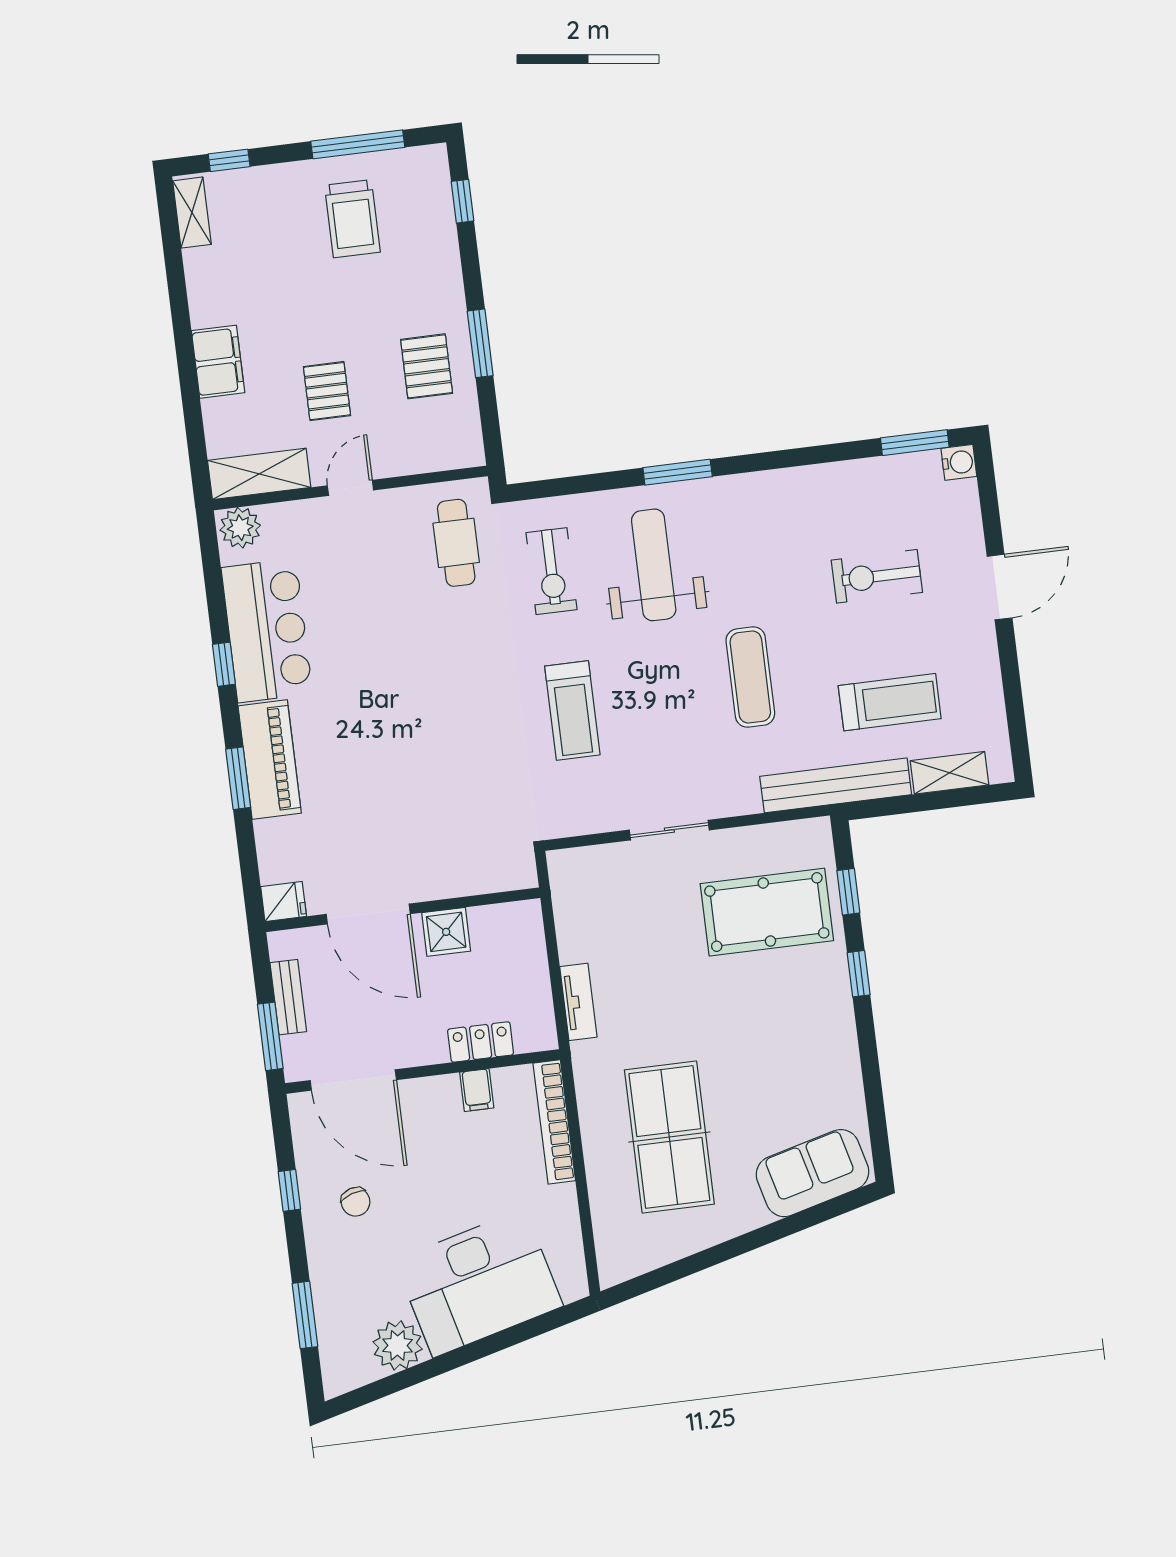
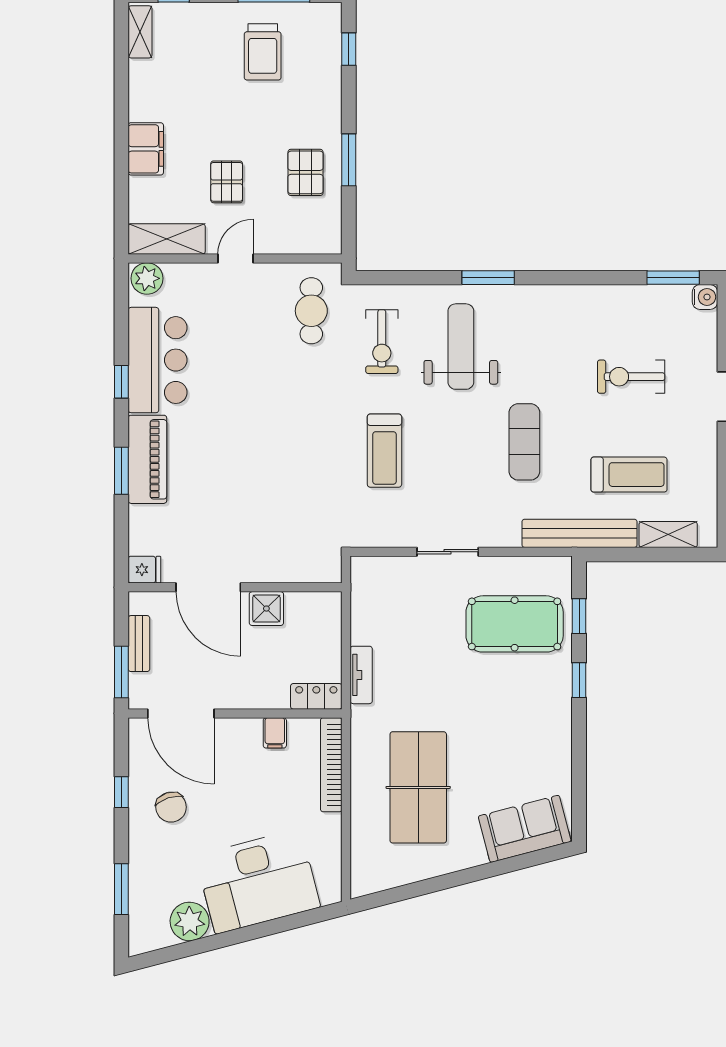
locker: (481, 1042) -> (316, 696), moved
chair: (356, 1202) -> (171, 807), width x1.37, depth x1.37

